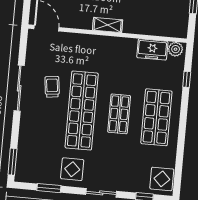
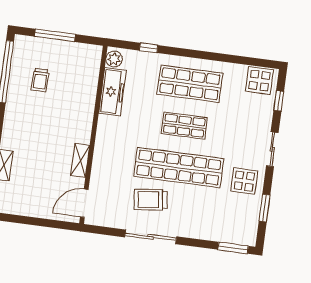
shelving: (108, 25) -> (80, 160), moved
freezer: (152, 49) -> (112, 92), width x1.40
trolley: (52, 87) -> (151, 200), width x1.36, depth x1.39

